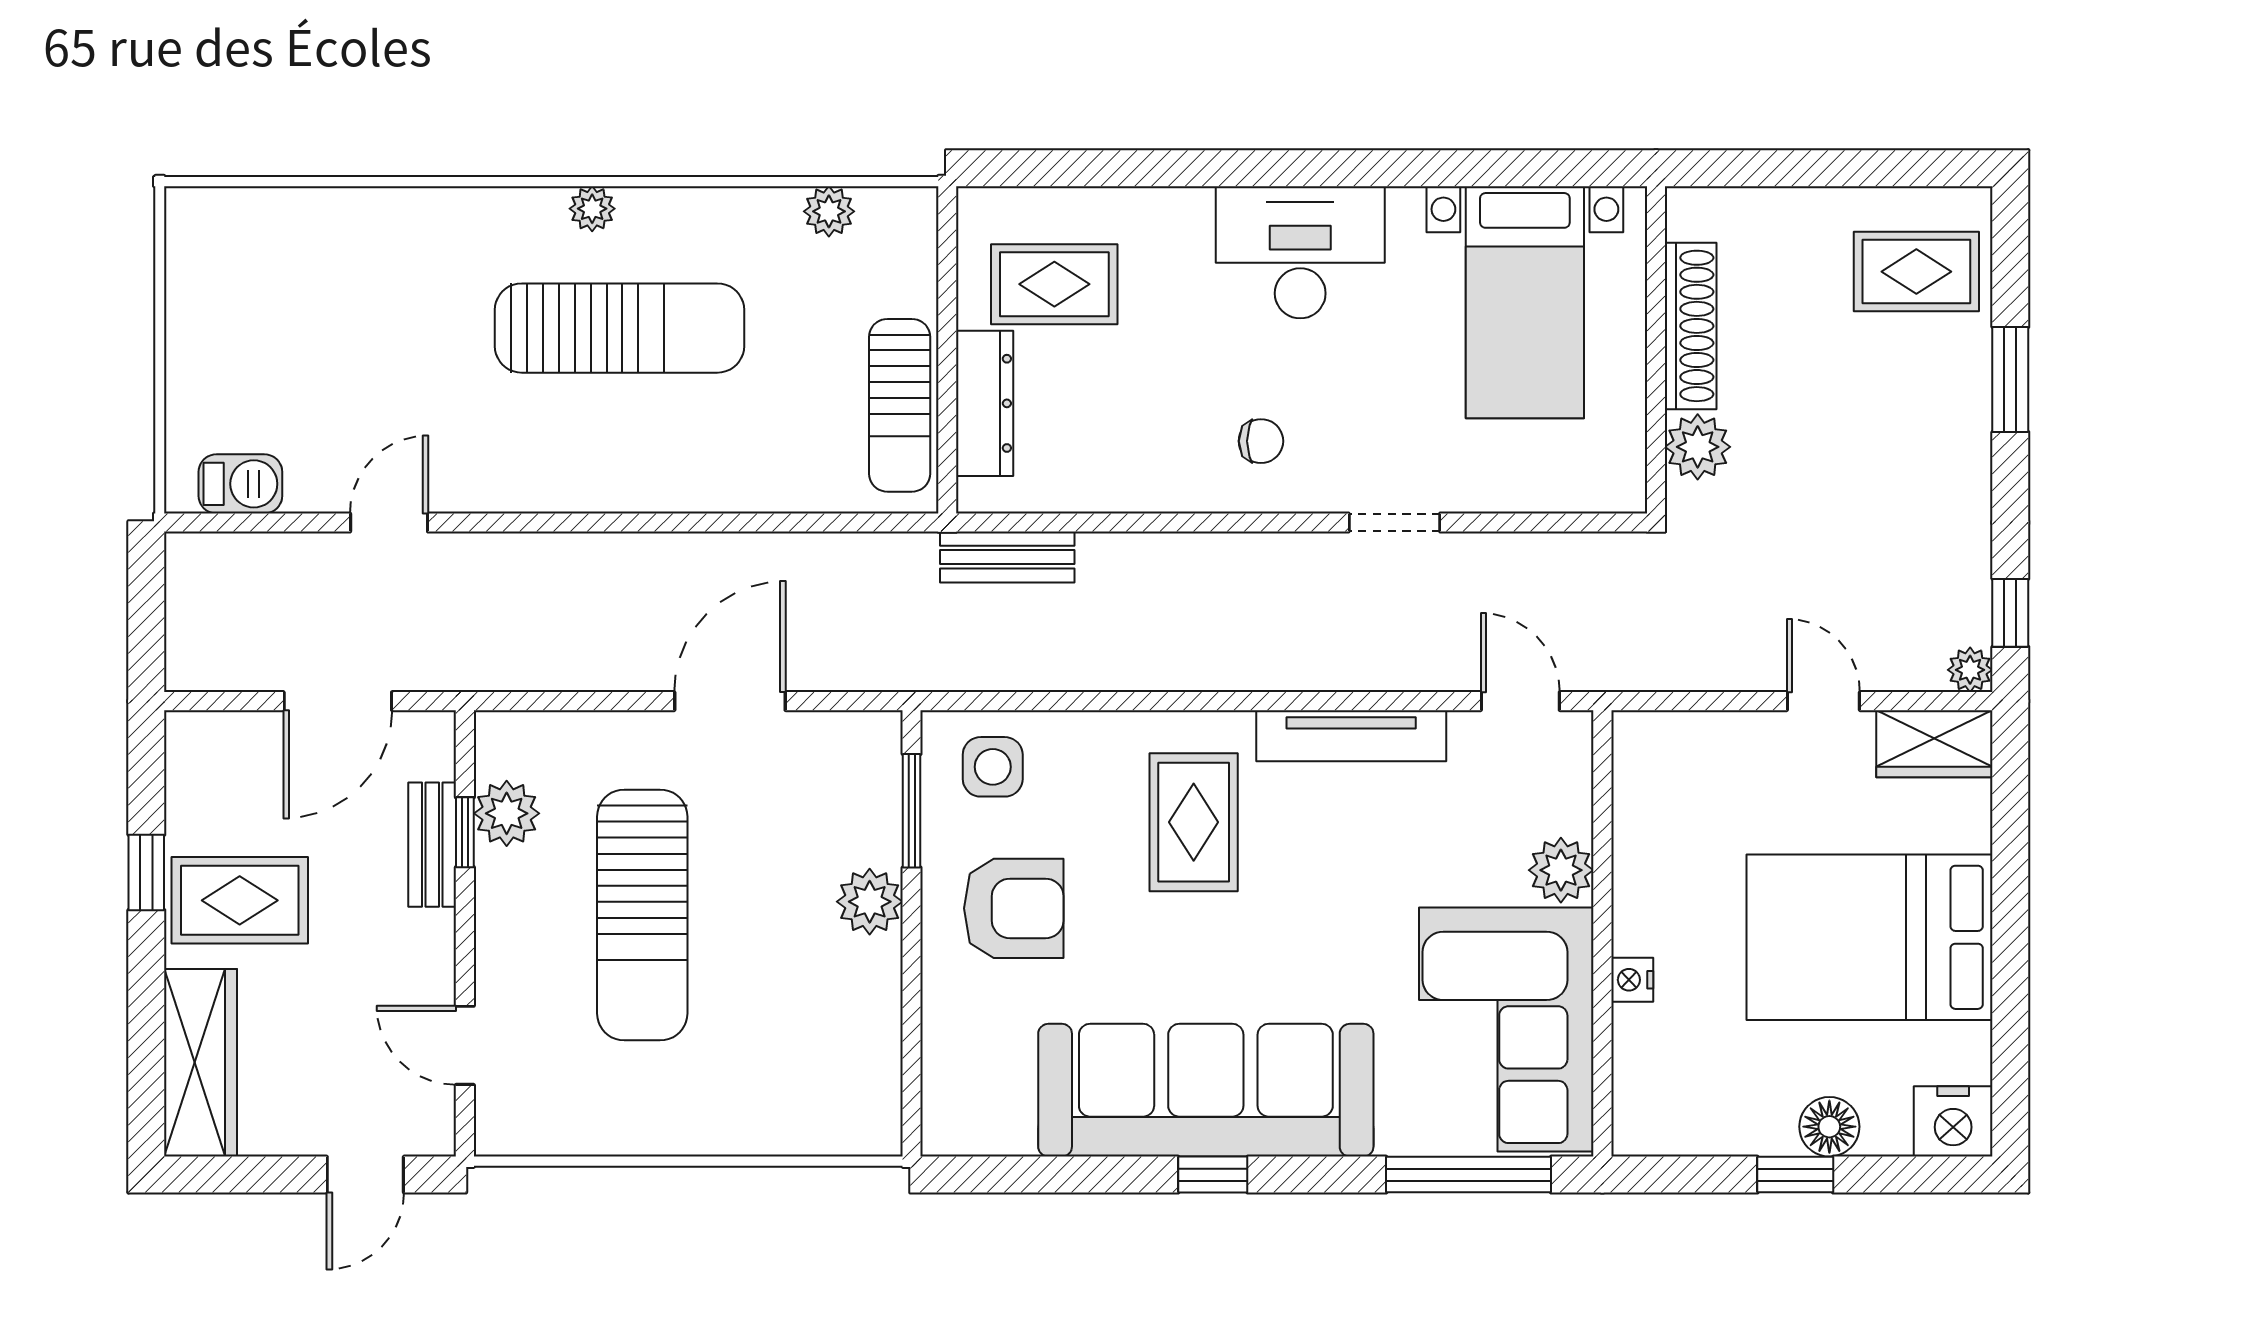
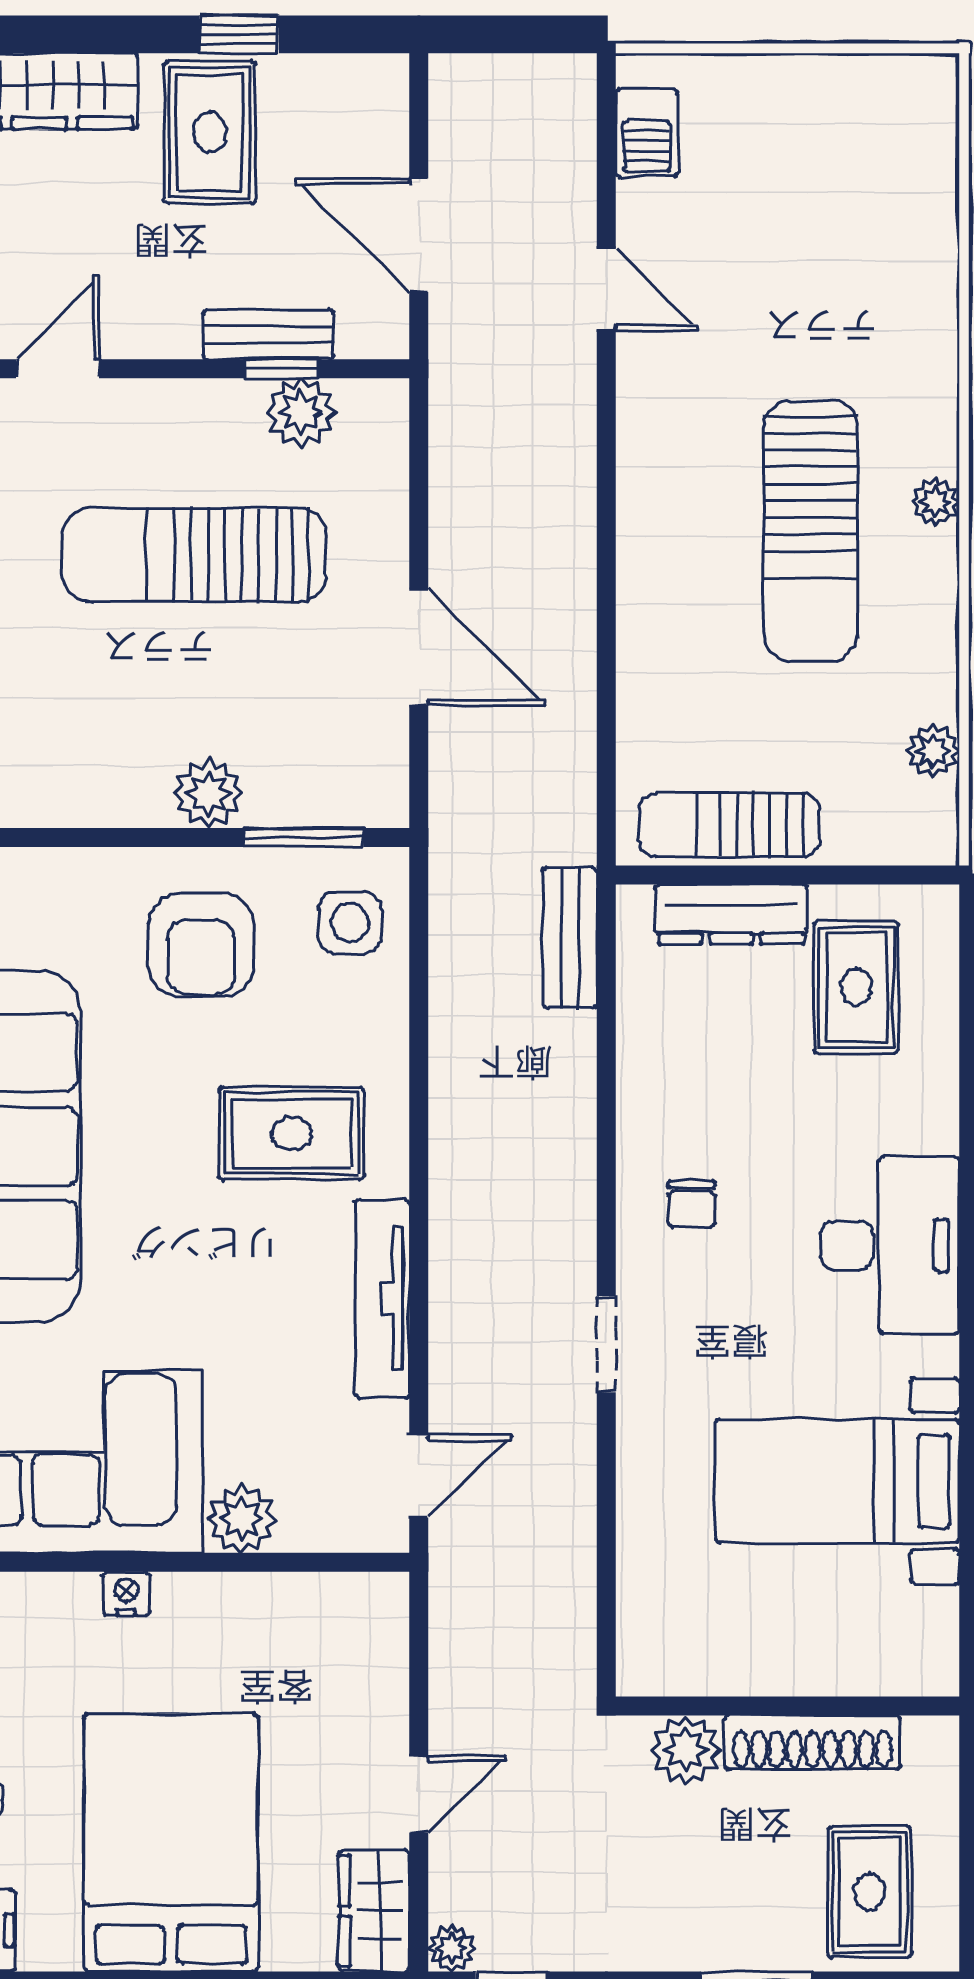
shoe rack: (1691, 326) -> (813, 1743), moved
wall: (1656, 350) -> (788, 1706), moved
plant: (1698, 447) -> (686, 1750), moved

